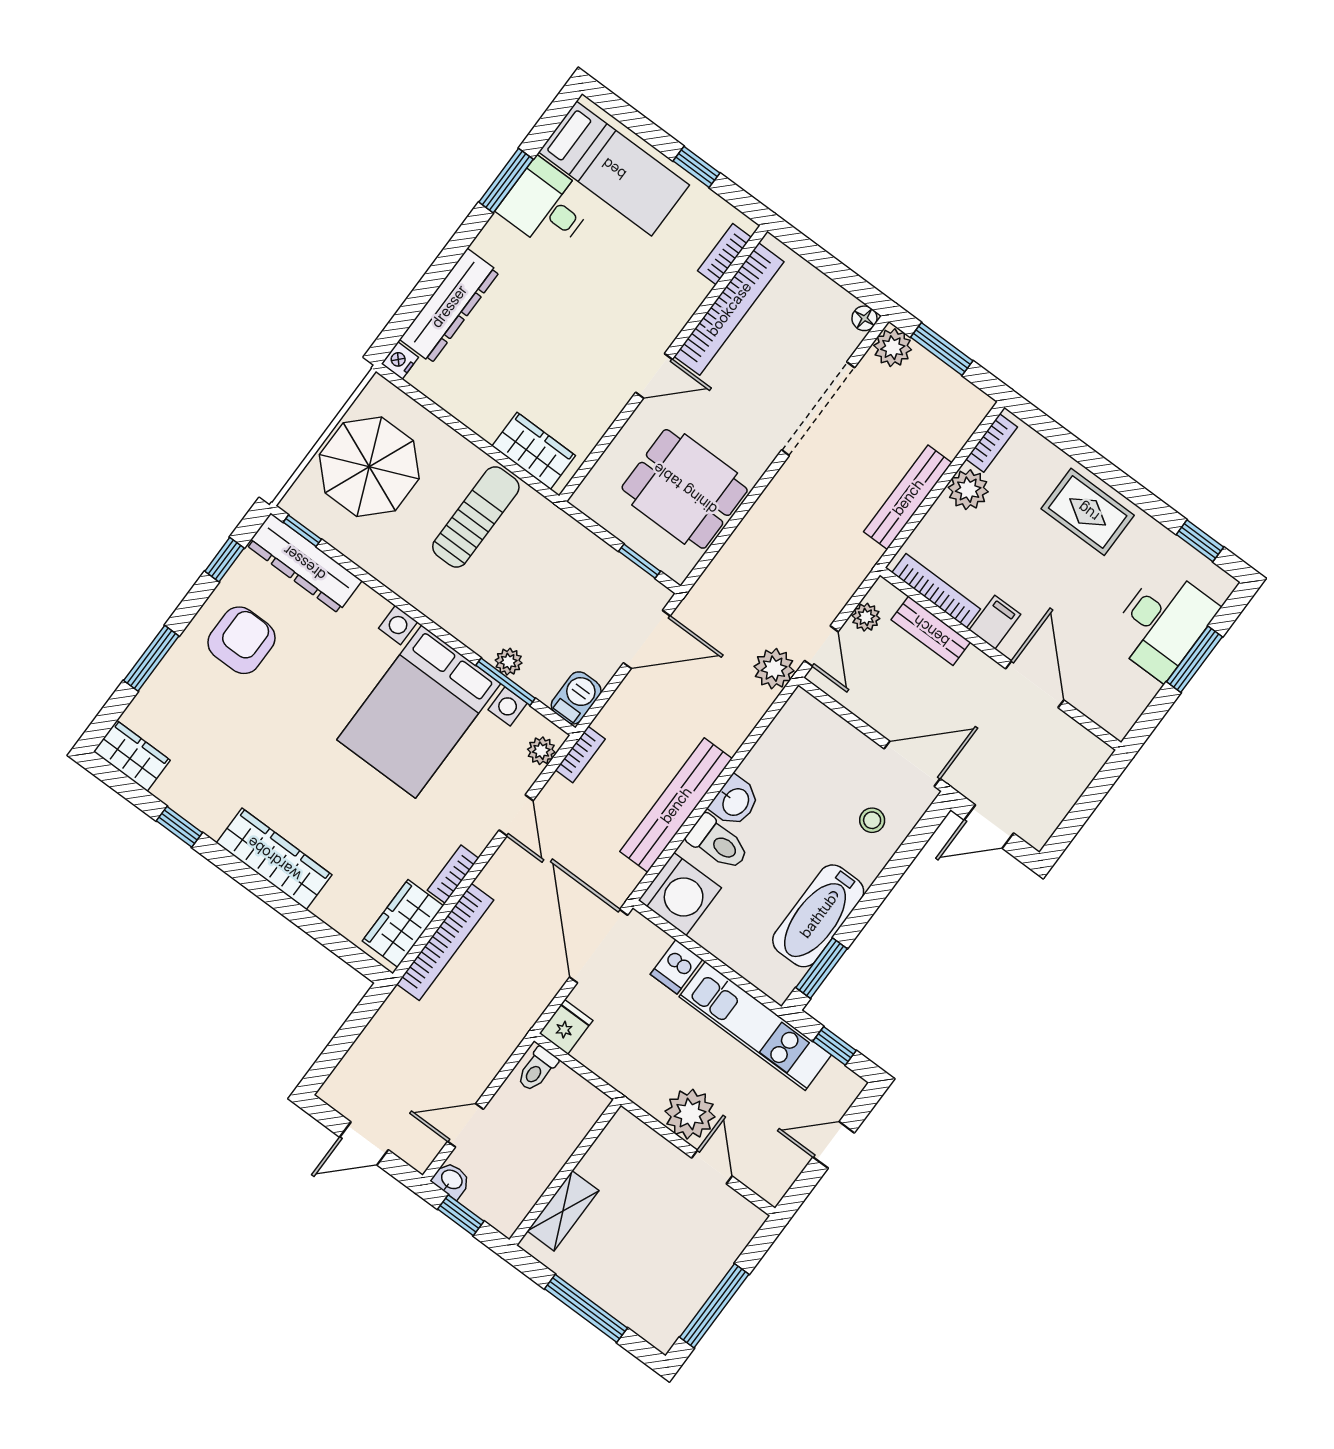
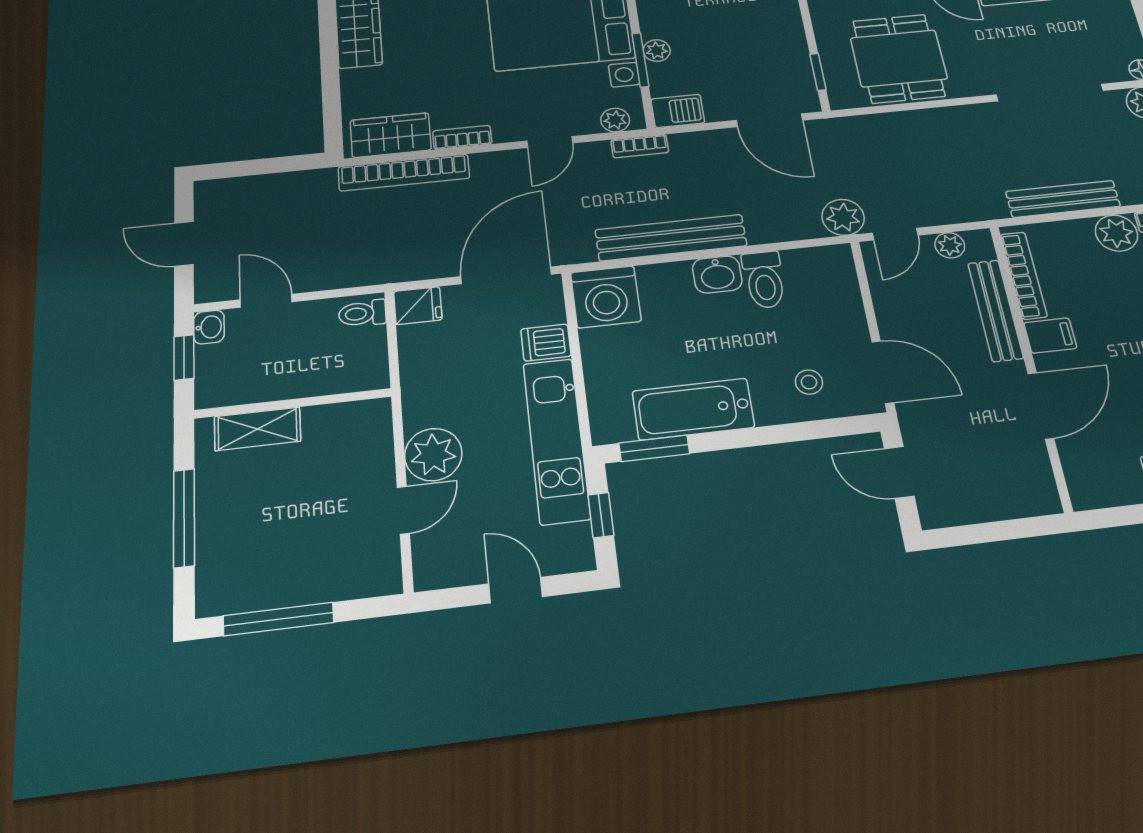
bench: (931, 631) -> (995, 310), width x1.36
toilet: (718, 843) -> (764, 280), moved

